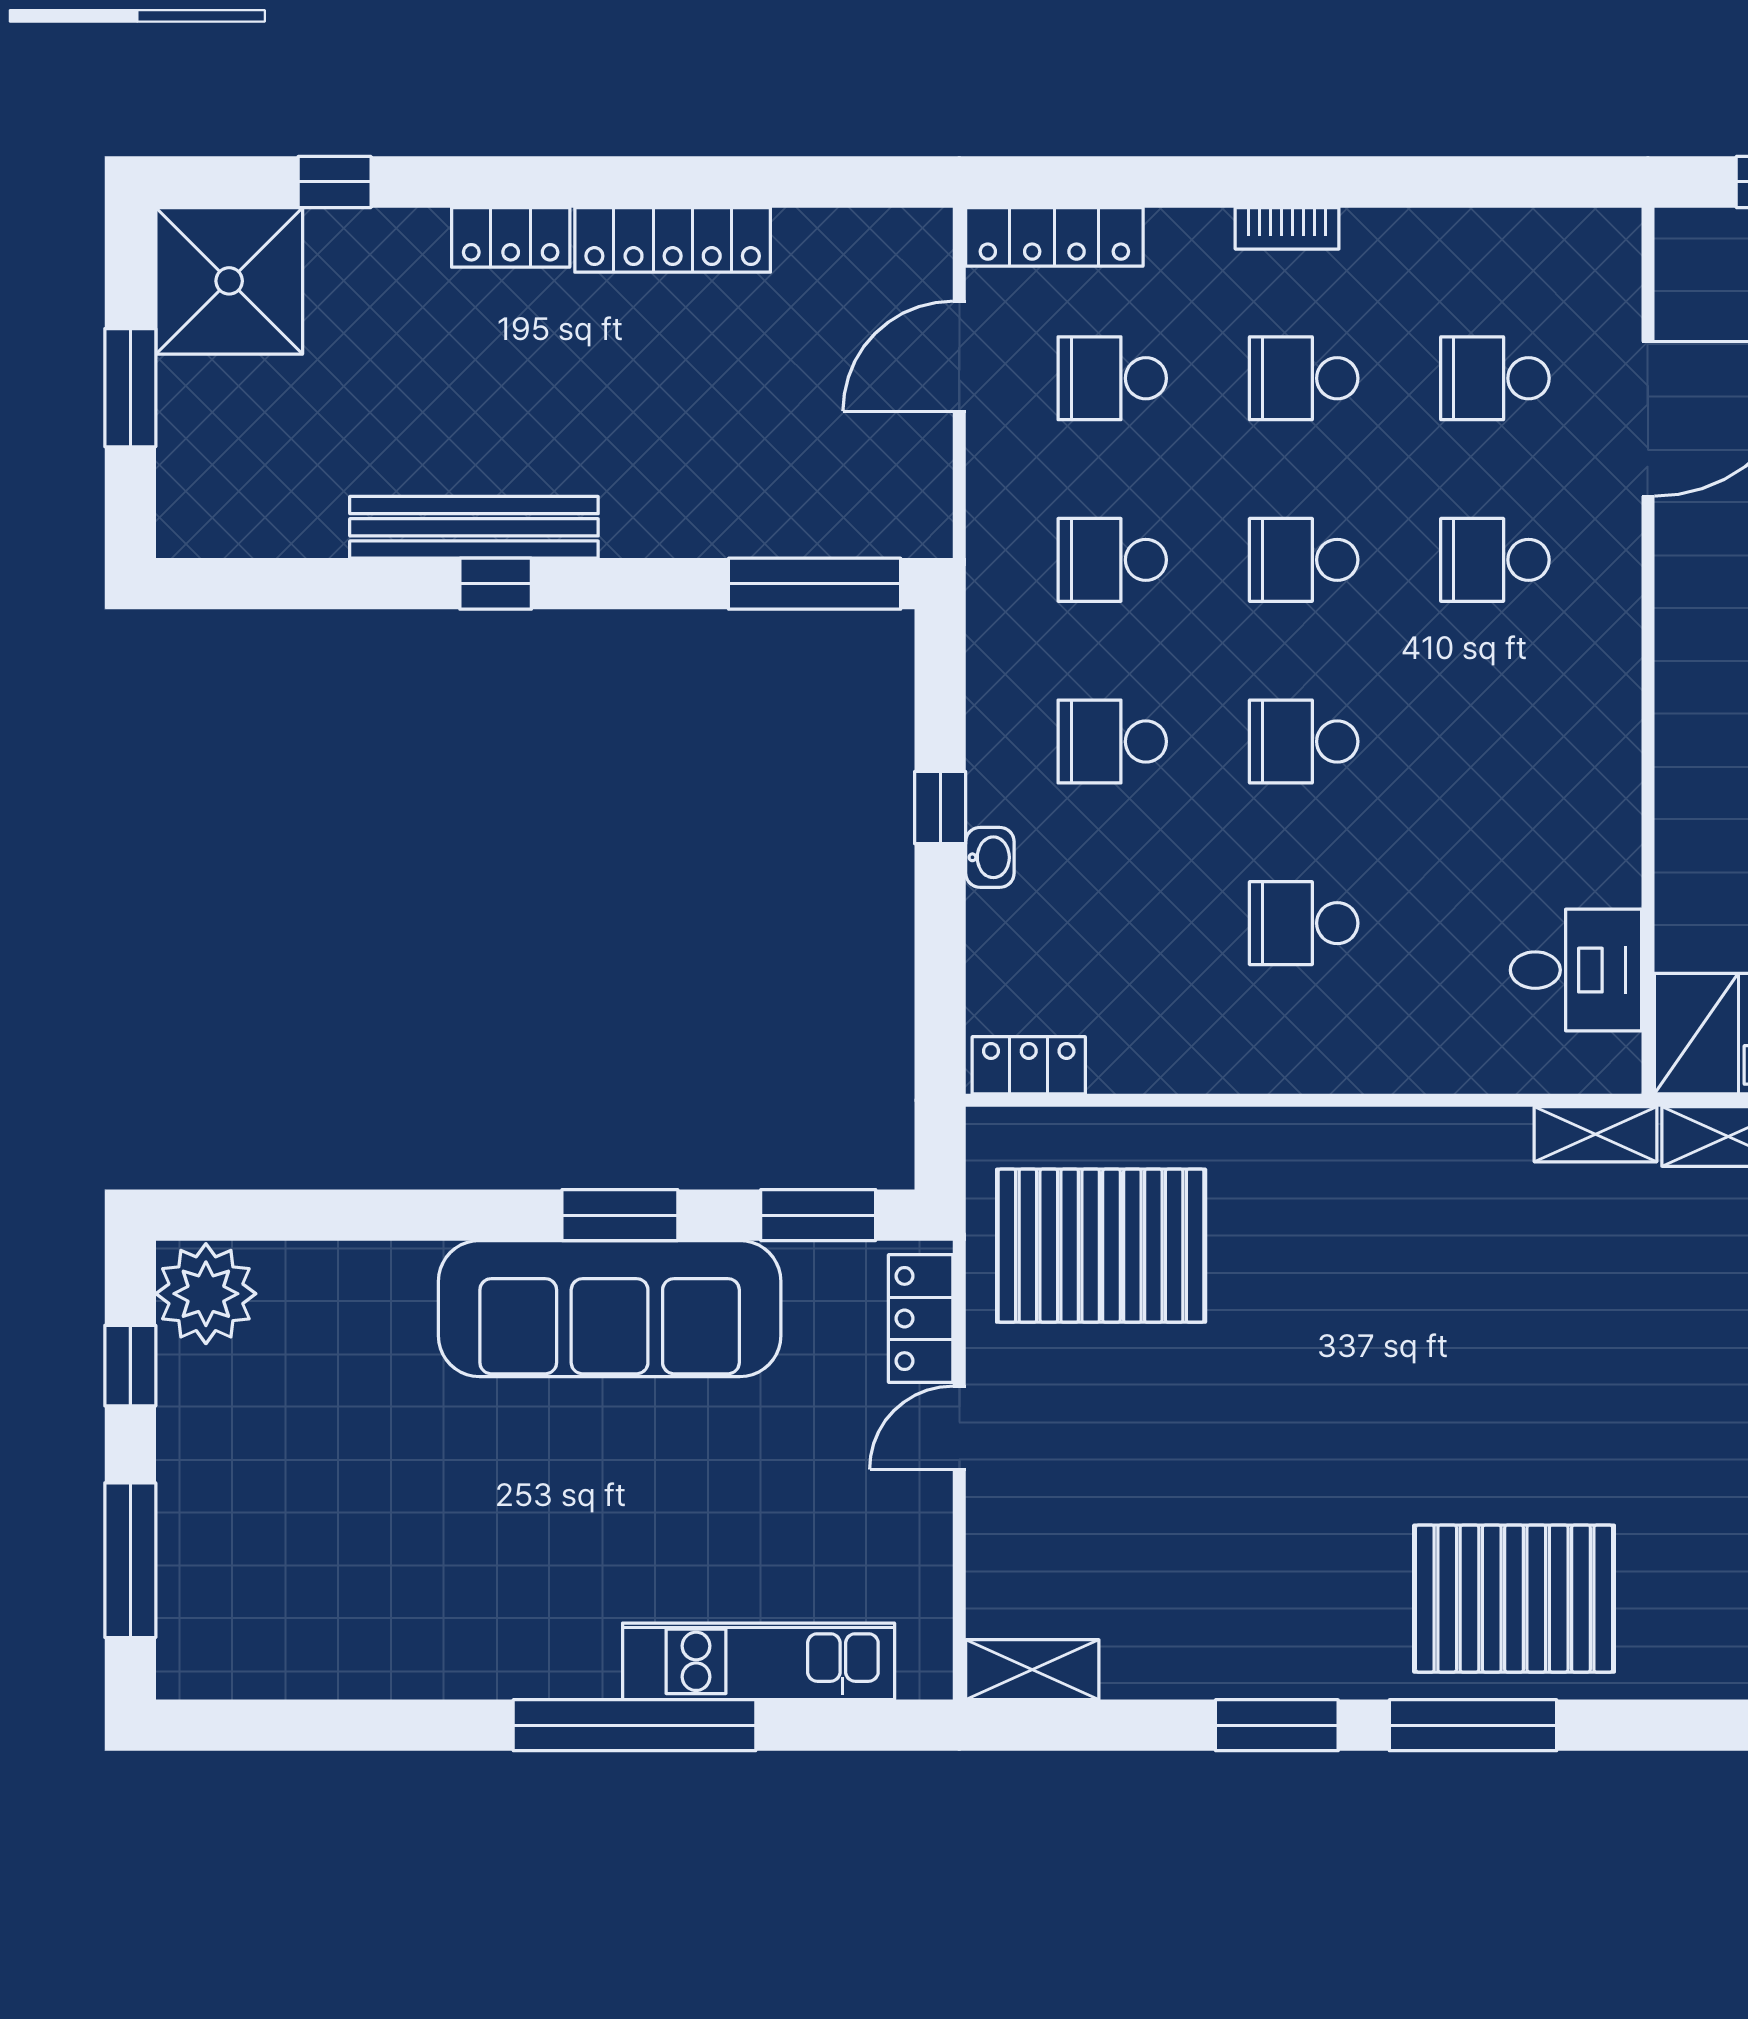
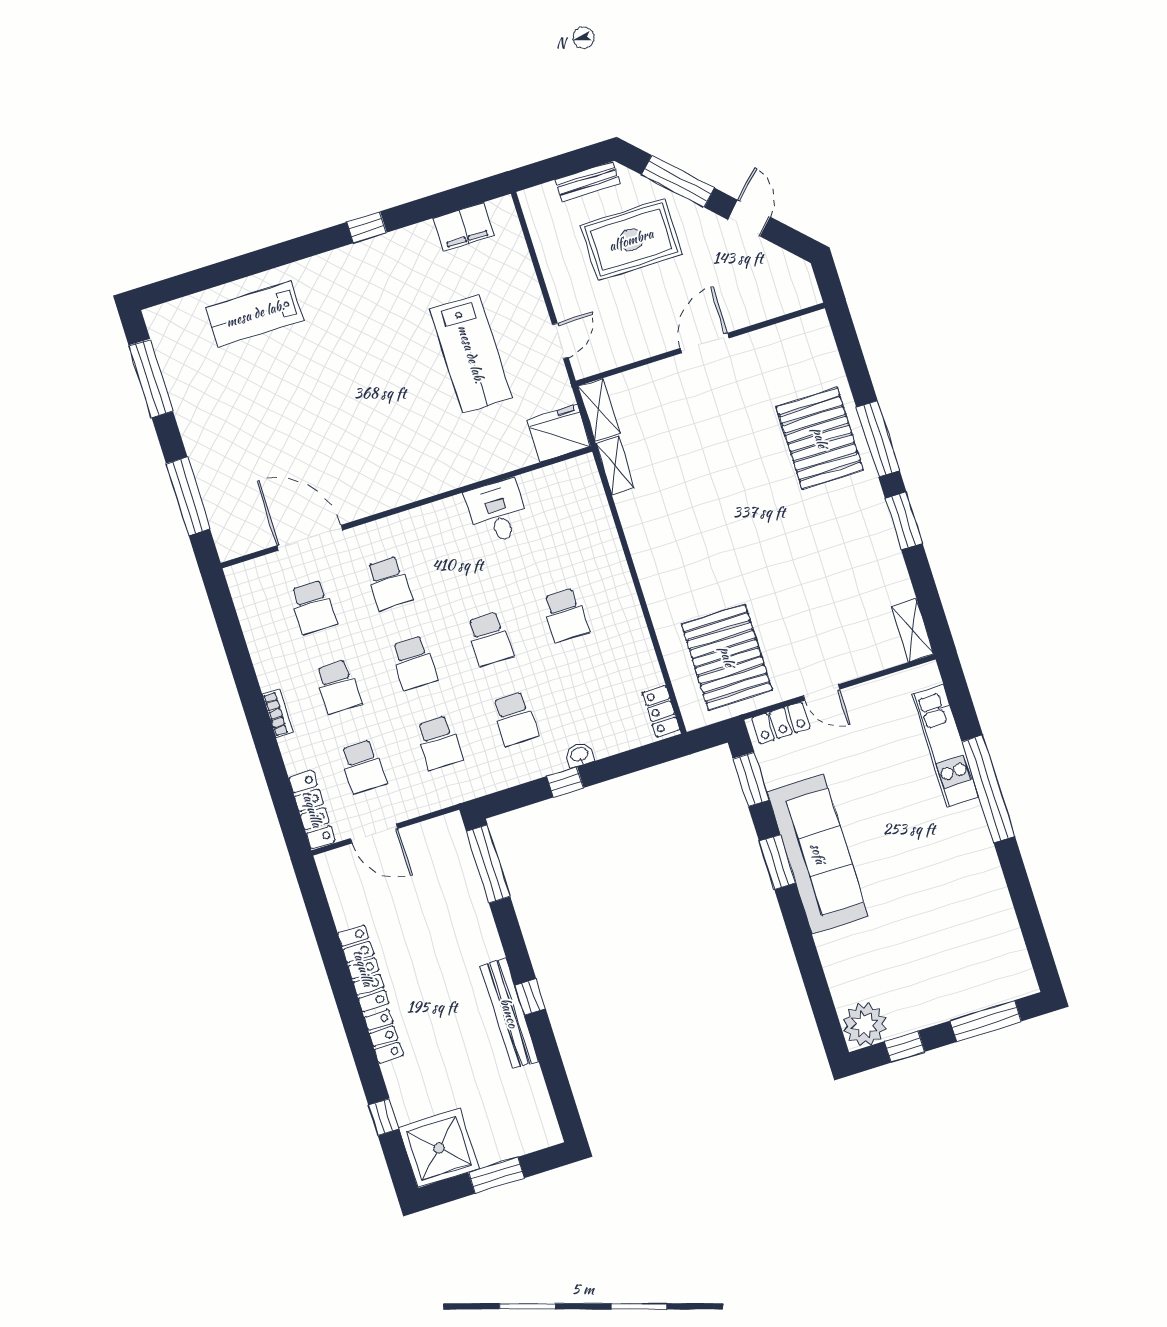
desk: (1576, 970) -> (498, 512), moved

